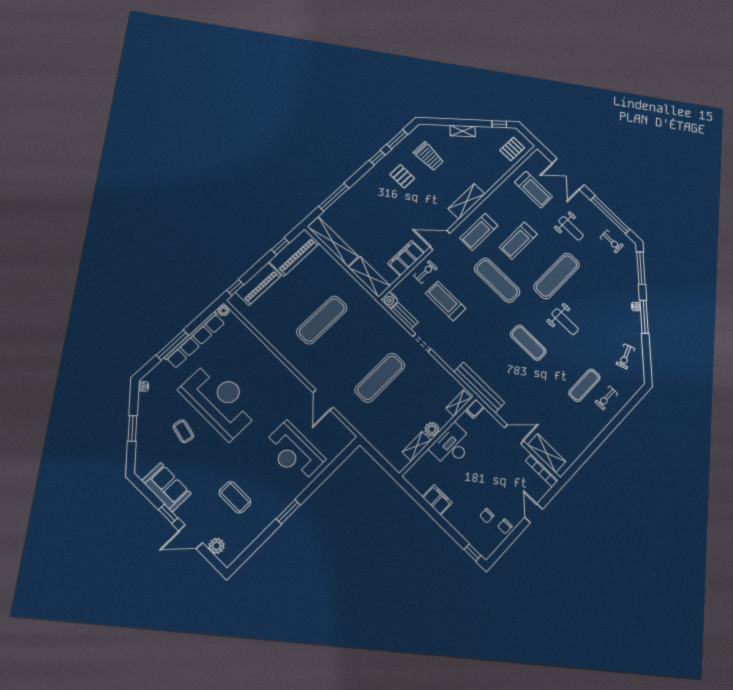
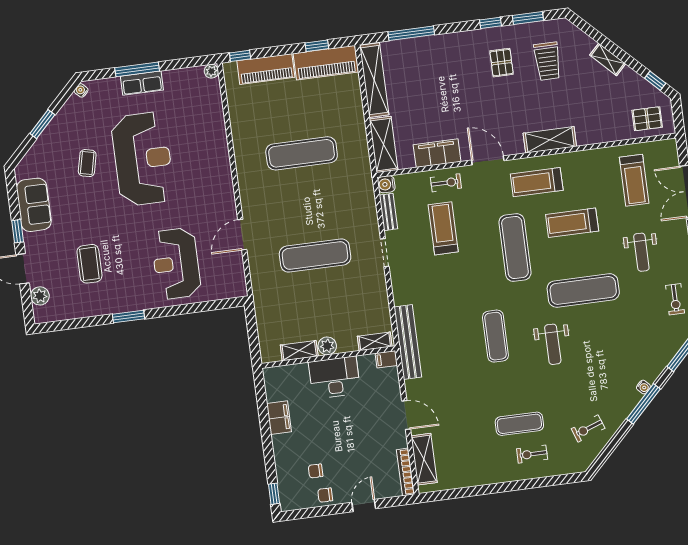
row of seats: (195, 340) -> (142, 83), width x0.50

